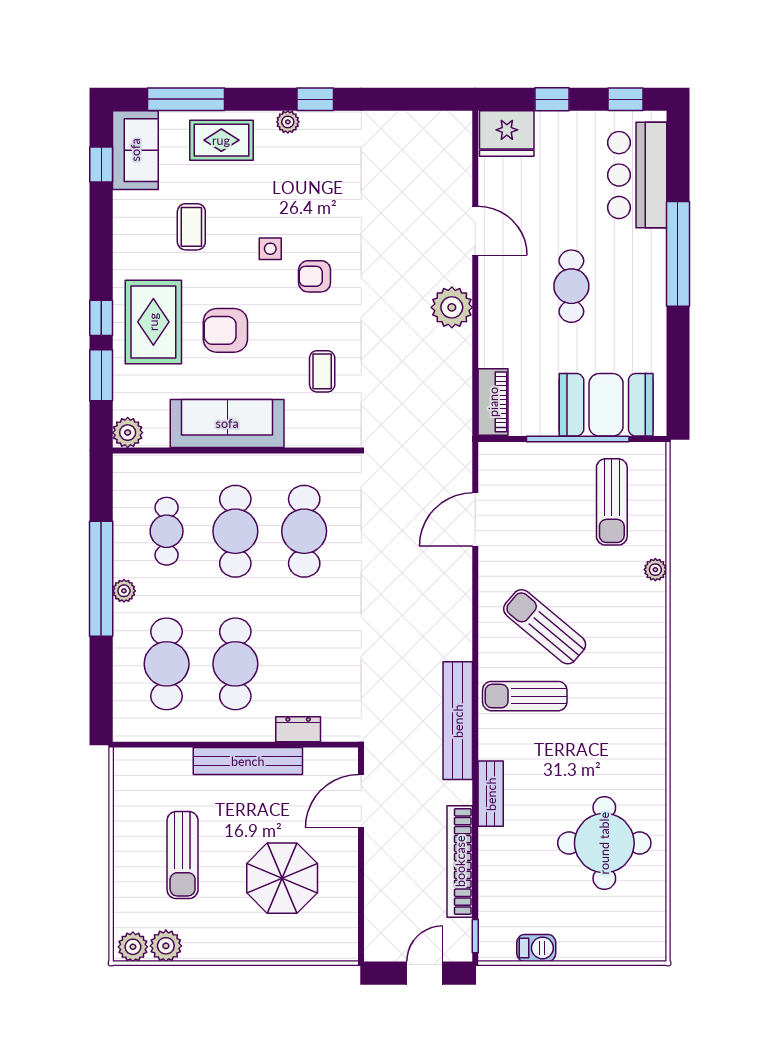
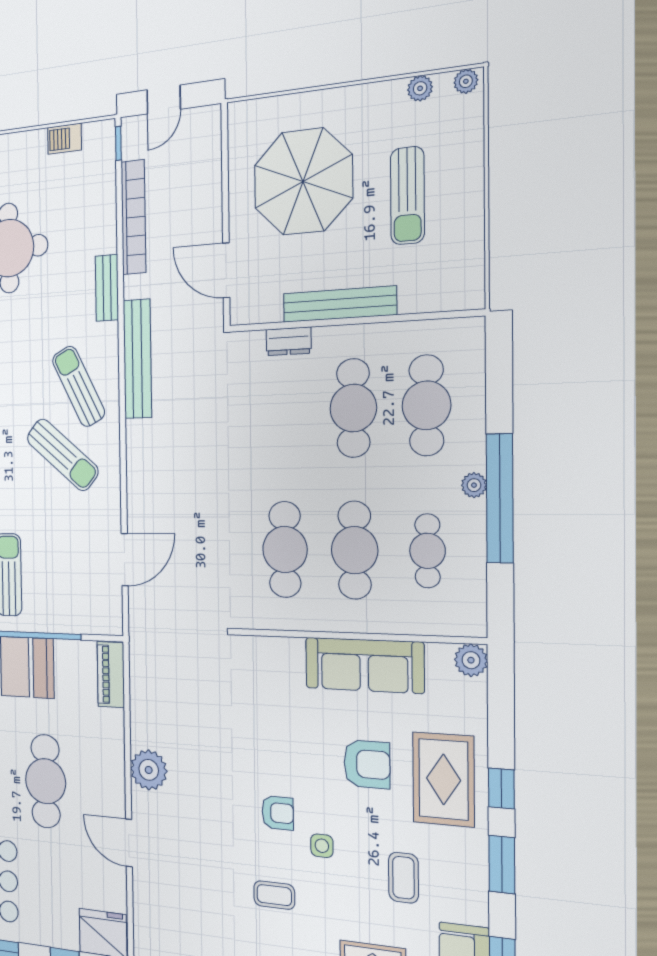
cafe table: (571, 286) -> (46, 781), width x1.37, depth x1.35
coffee table: (322, 371) -> (274, 895), moved, turned 90
window: (101, 375) -> (502, 865), moved
sun lounger: (525, 696) -> (78, 386), turned -117
door: (361, 801) -> (226, 270), swing flipped
sun lounger: (183, 855) -> (407, 196), turned 180
parasol: (282, 878) -> (303, 182), width x1.36, depth x1.36
plant: (166, 946) -> (420, 88), width x0.73, depth x0.73
plant: (133, 947) -> (466, 81), width x0.73, depth x0.73

